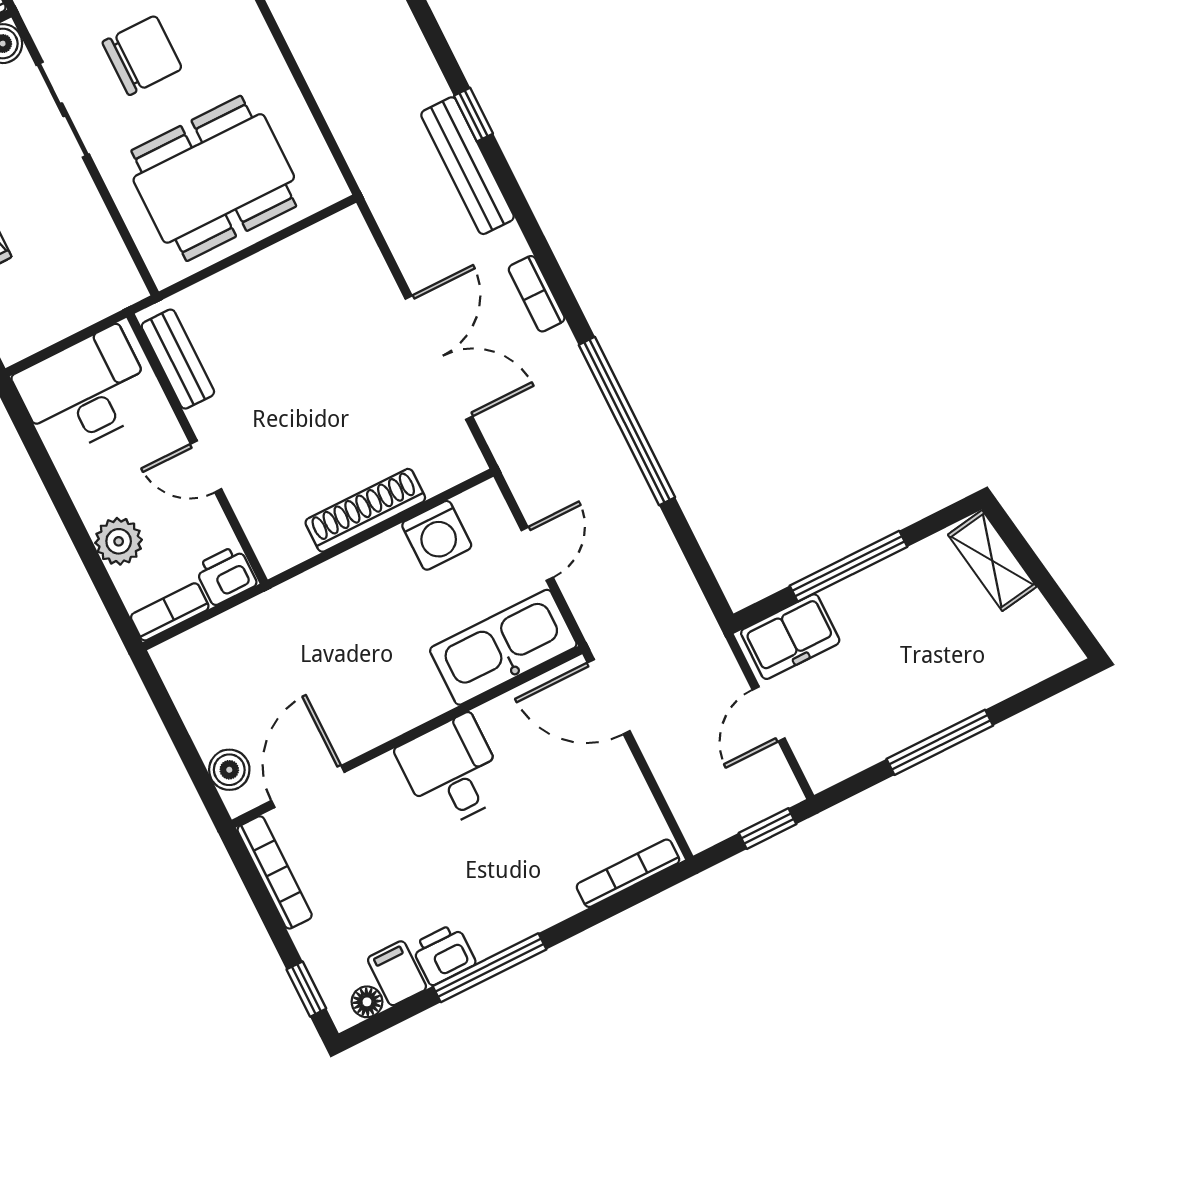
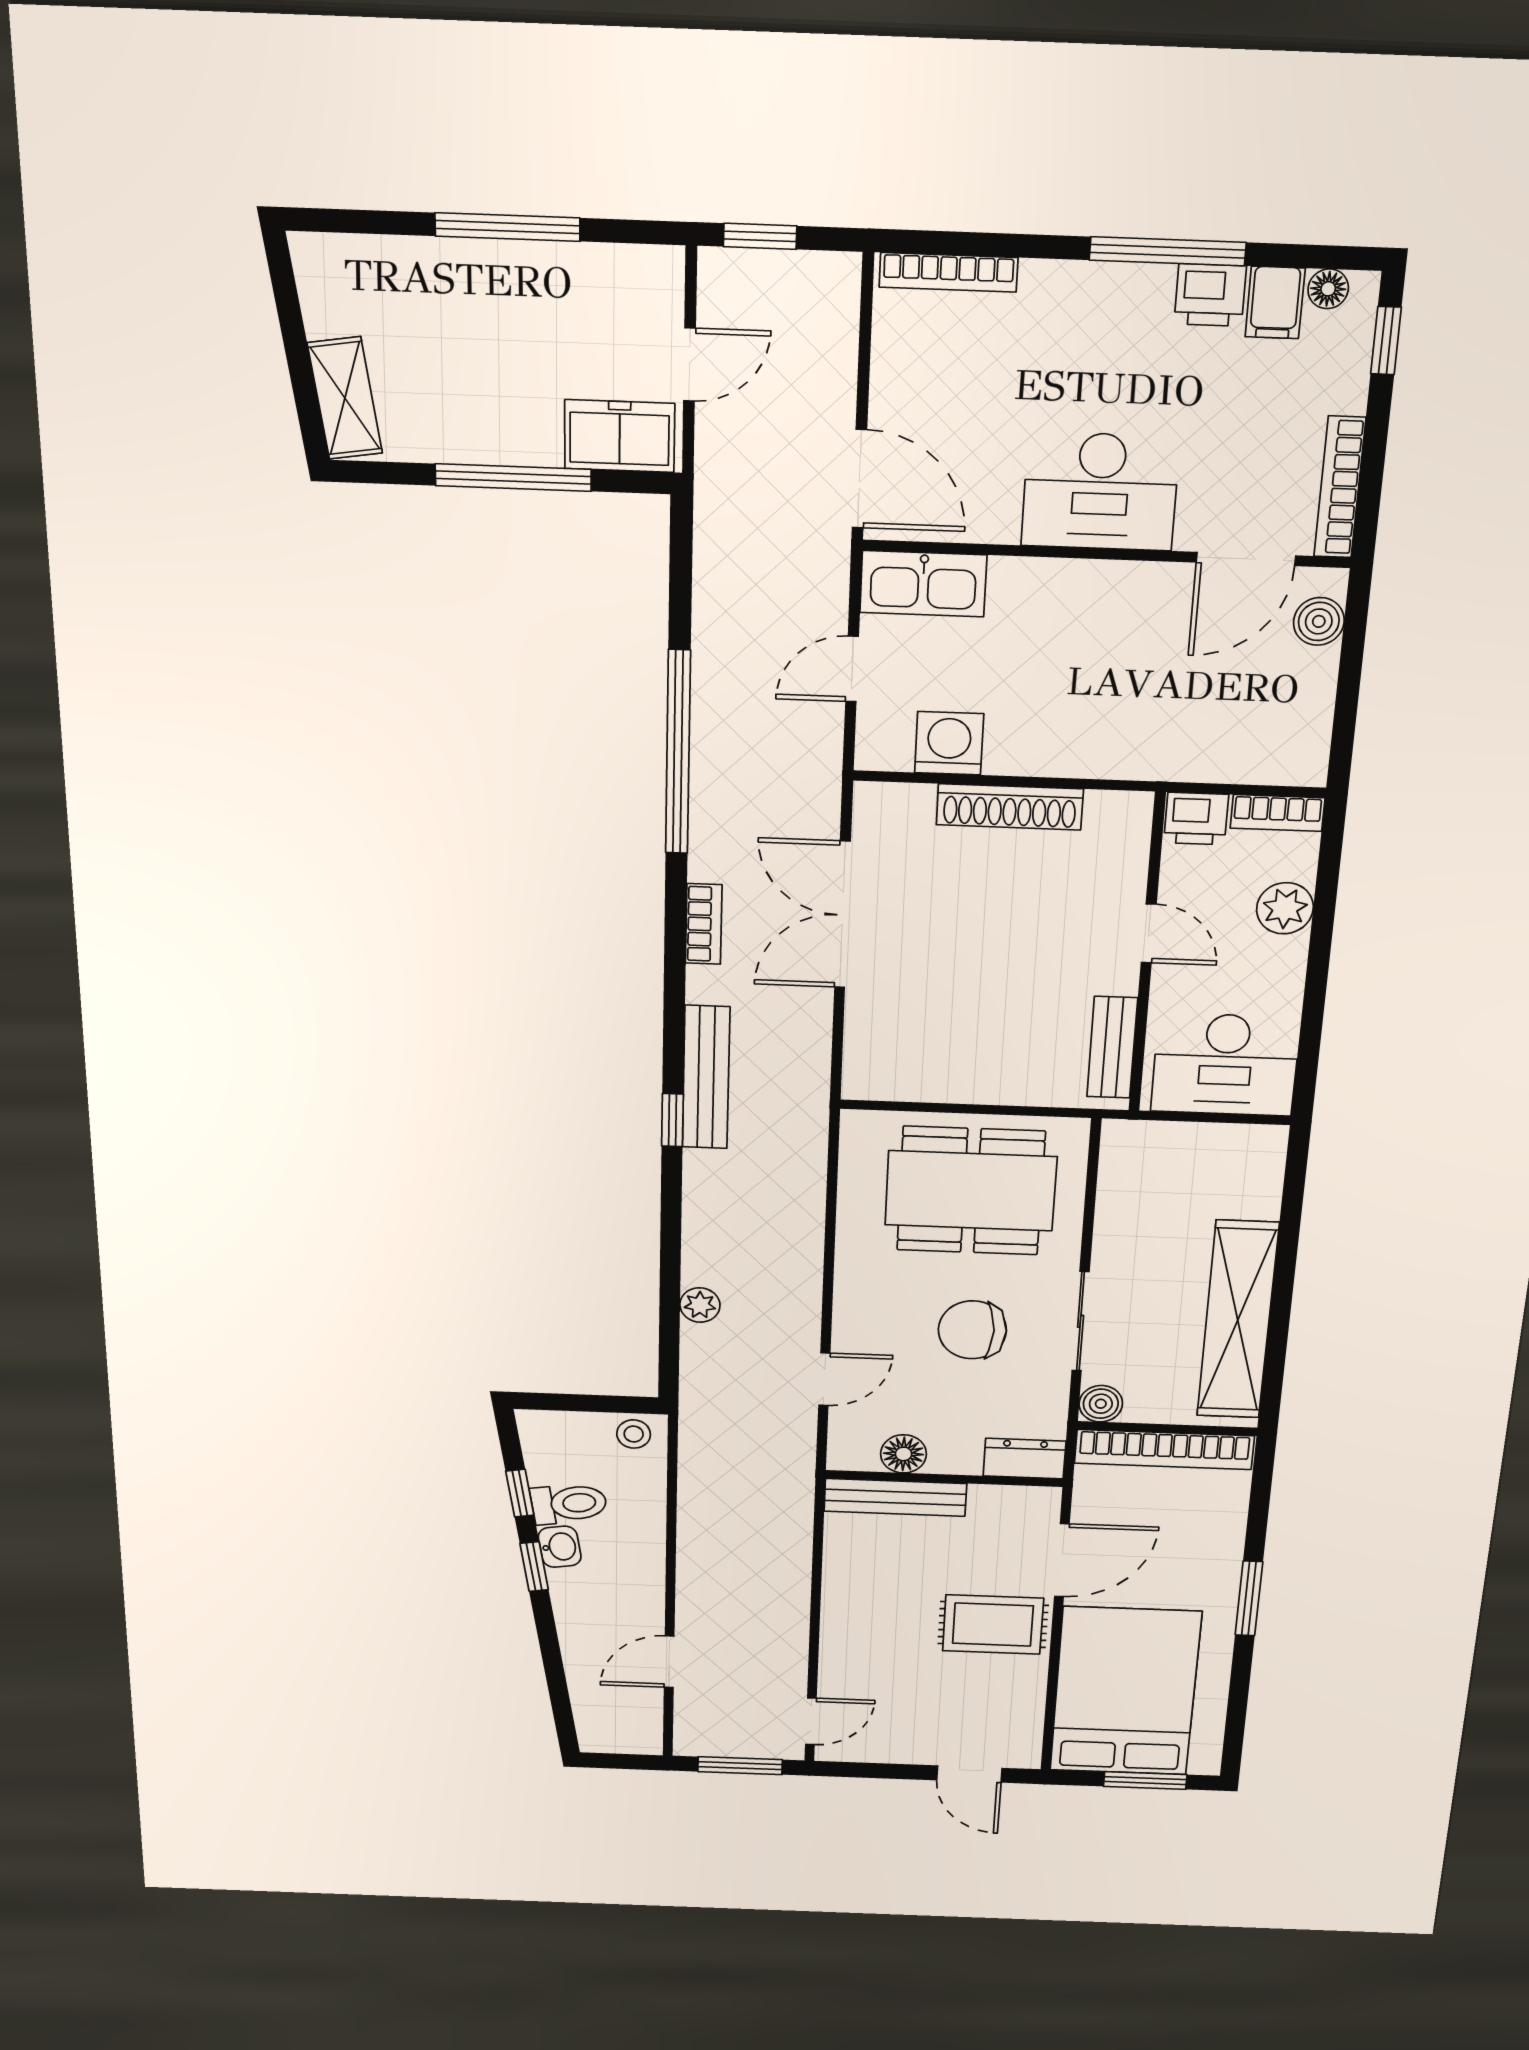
kitchen sink: (503, 647) -> (923, 584), width x0.73, depth x0.81
desk: (452, 772) -> (1100, 491), width x1.37

